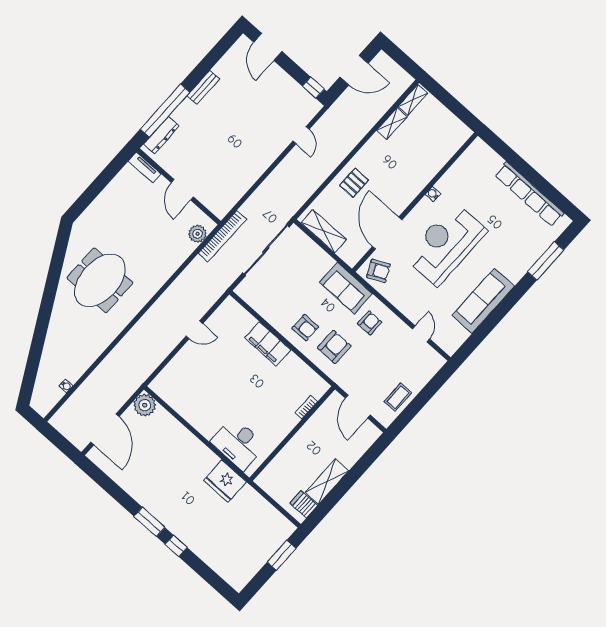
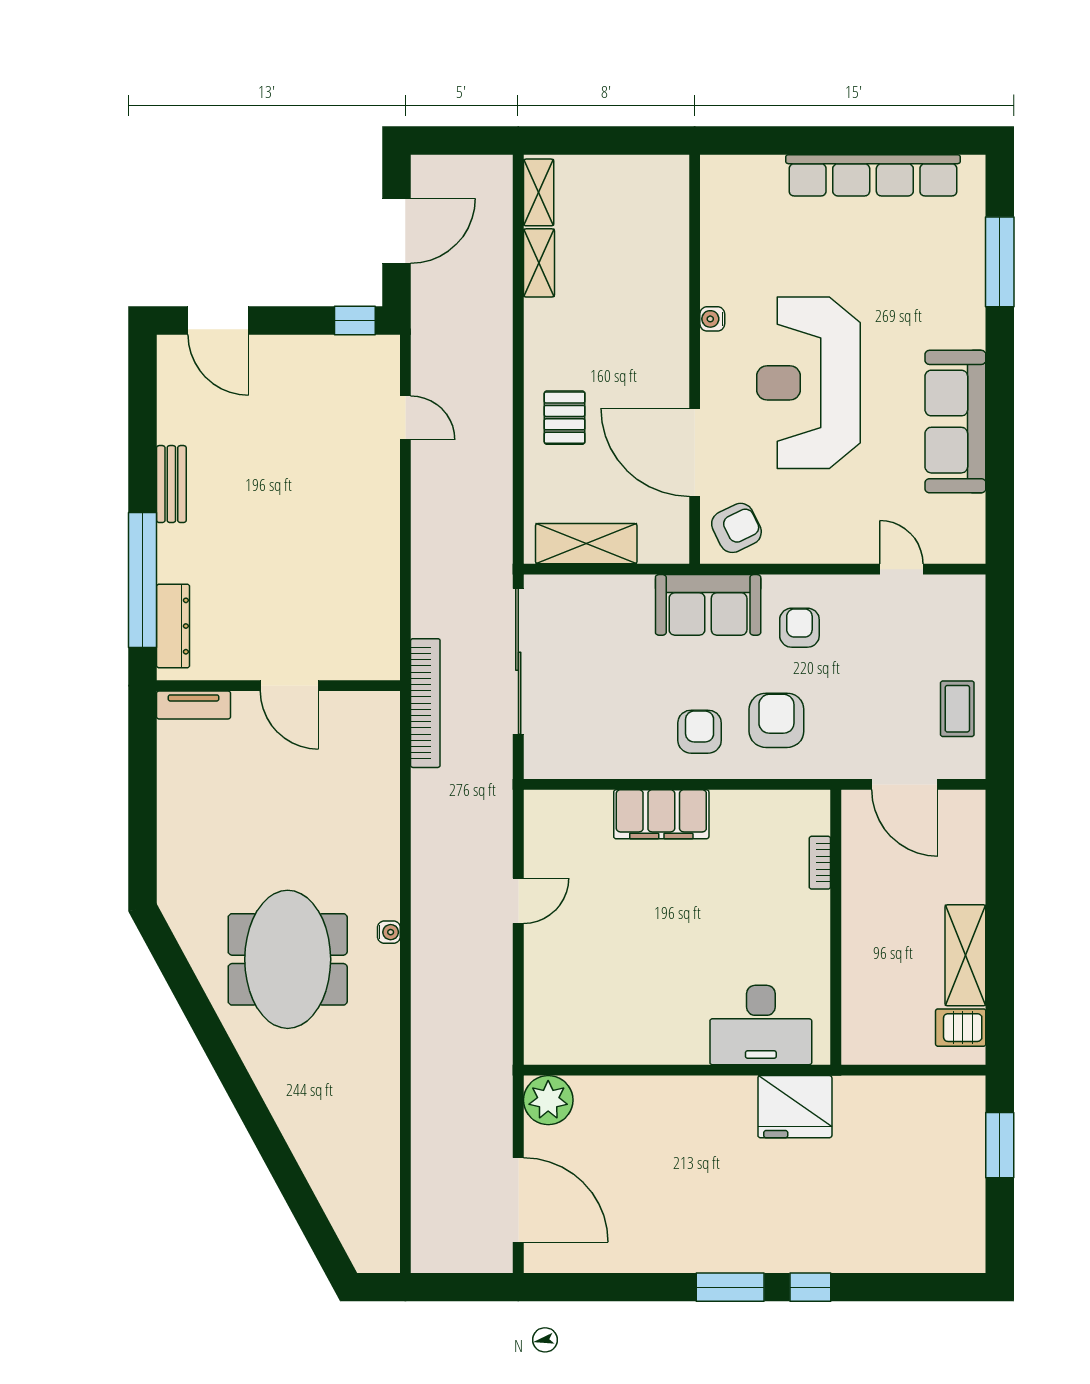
plant: (198, 234) -> (380, 736), removed
armchair: (305, 328) -> (700, 732), turned -90
water cooler: (66, 386) -> (389, 932), moved

